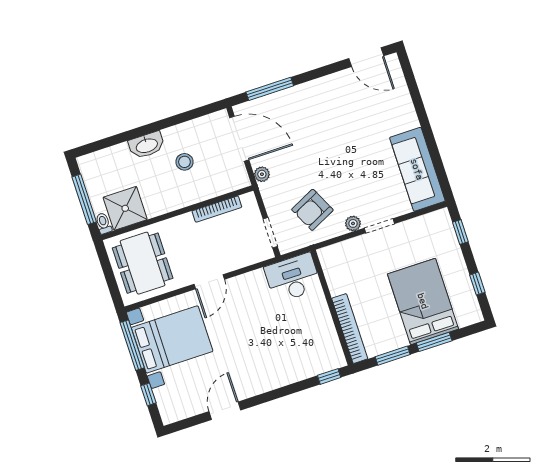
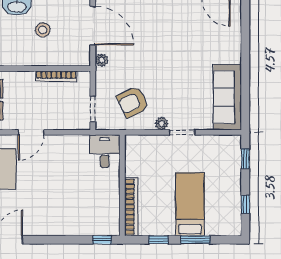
desk: (293, 278) -> (105, 151), width x0.73
bed: (423, 301) -> (190, 204), width x0.67
window: (393, 356) -> (158, 240), width x0.67

